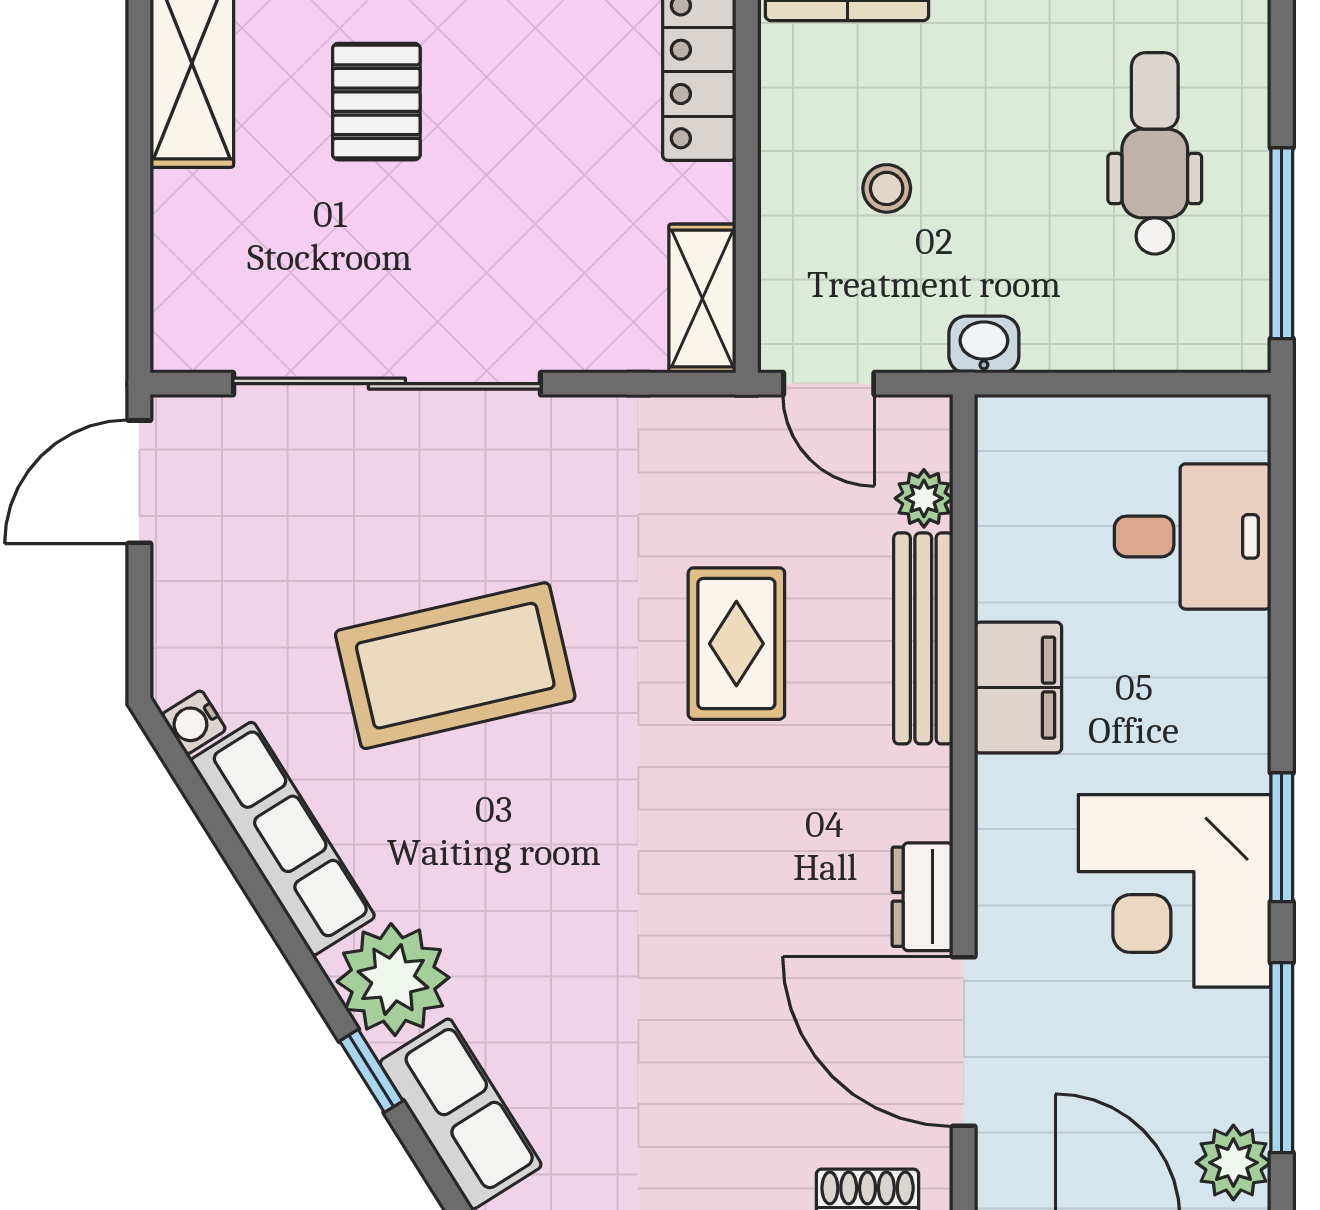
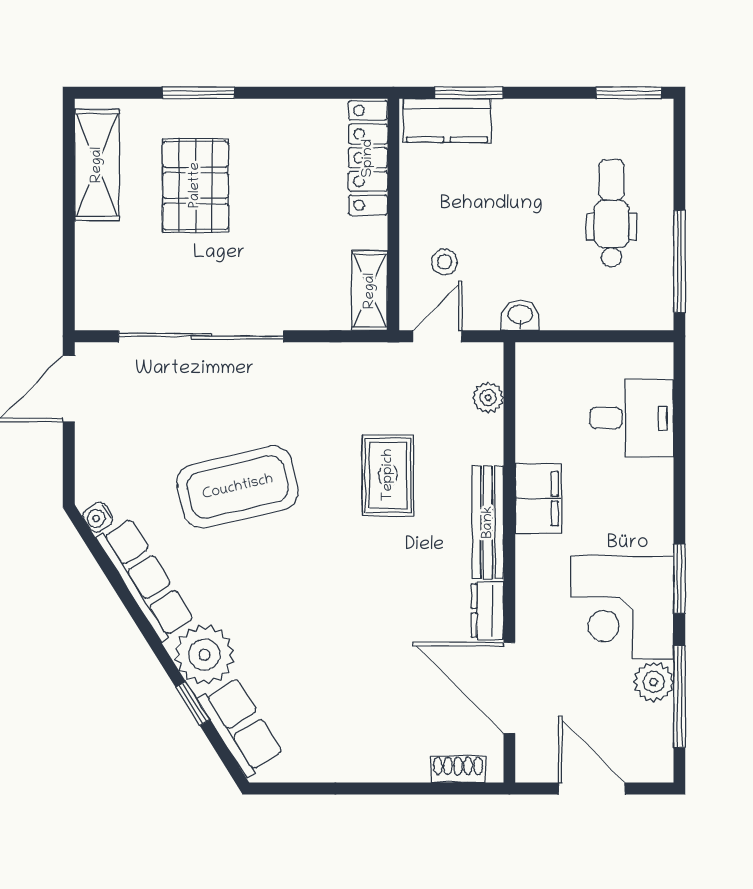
pallet: (376, 102) -> (195, 185), width x1.50, depth x1.42
stool: (887, 188) -> (445, 262), moved
door: (829, 384) -> (437, 336), swing flipped
bench: (923, 638) -> (488, 522), moved
plant: (1233, 1163) -> (654, 682), moved

